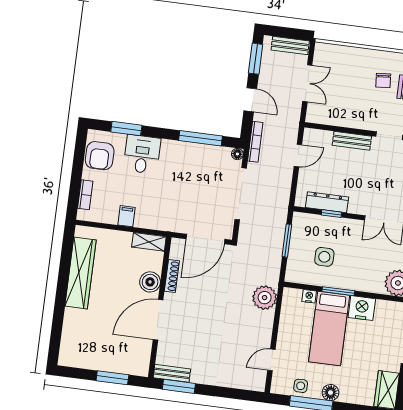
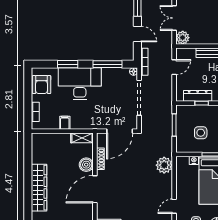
double door: (307, 83) -> (174, 18), swing flipped
plant: (316, 114) -> (183, 38), added
window: (126, 129) -> (68, 64), moved
desk: (142, 154) -> (80, 84), width x1.87, depth x1.30
wardrobe: (81, 273) -> (39, 188), moved

